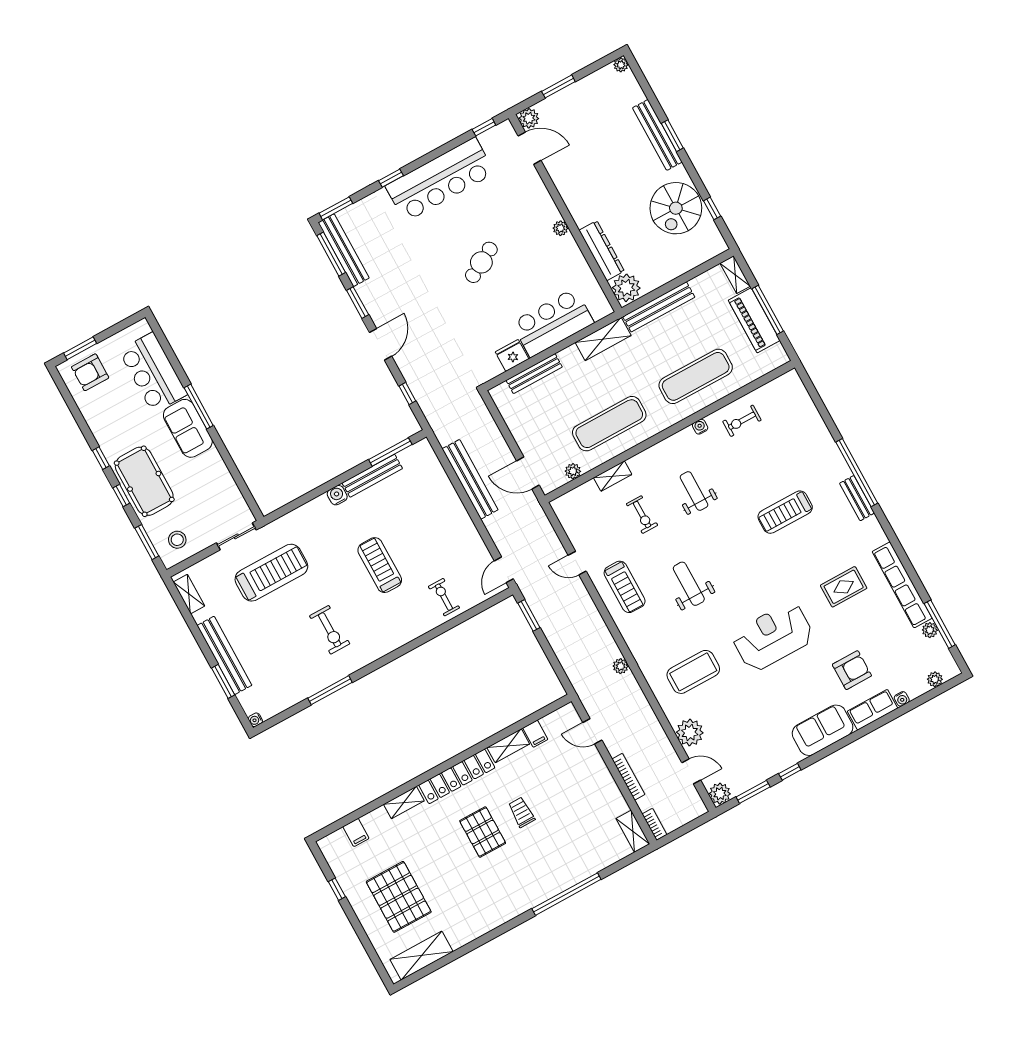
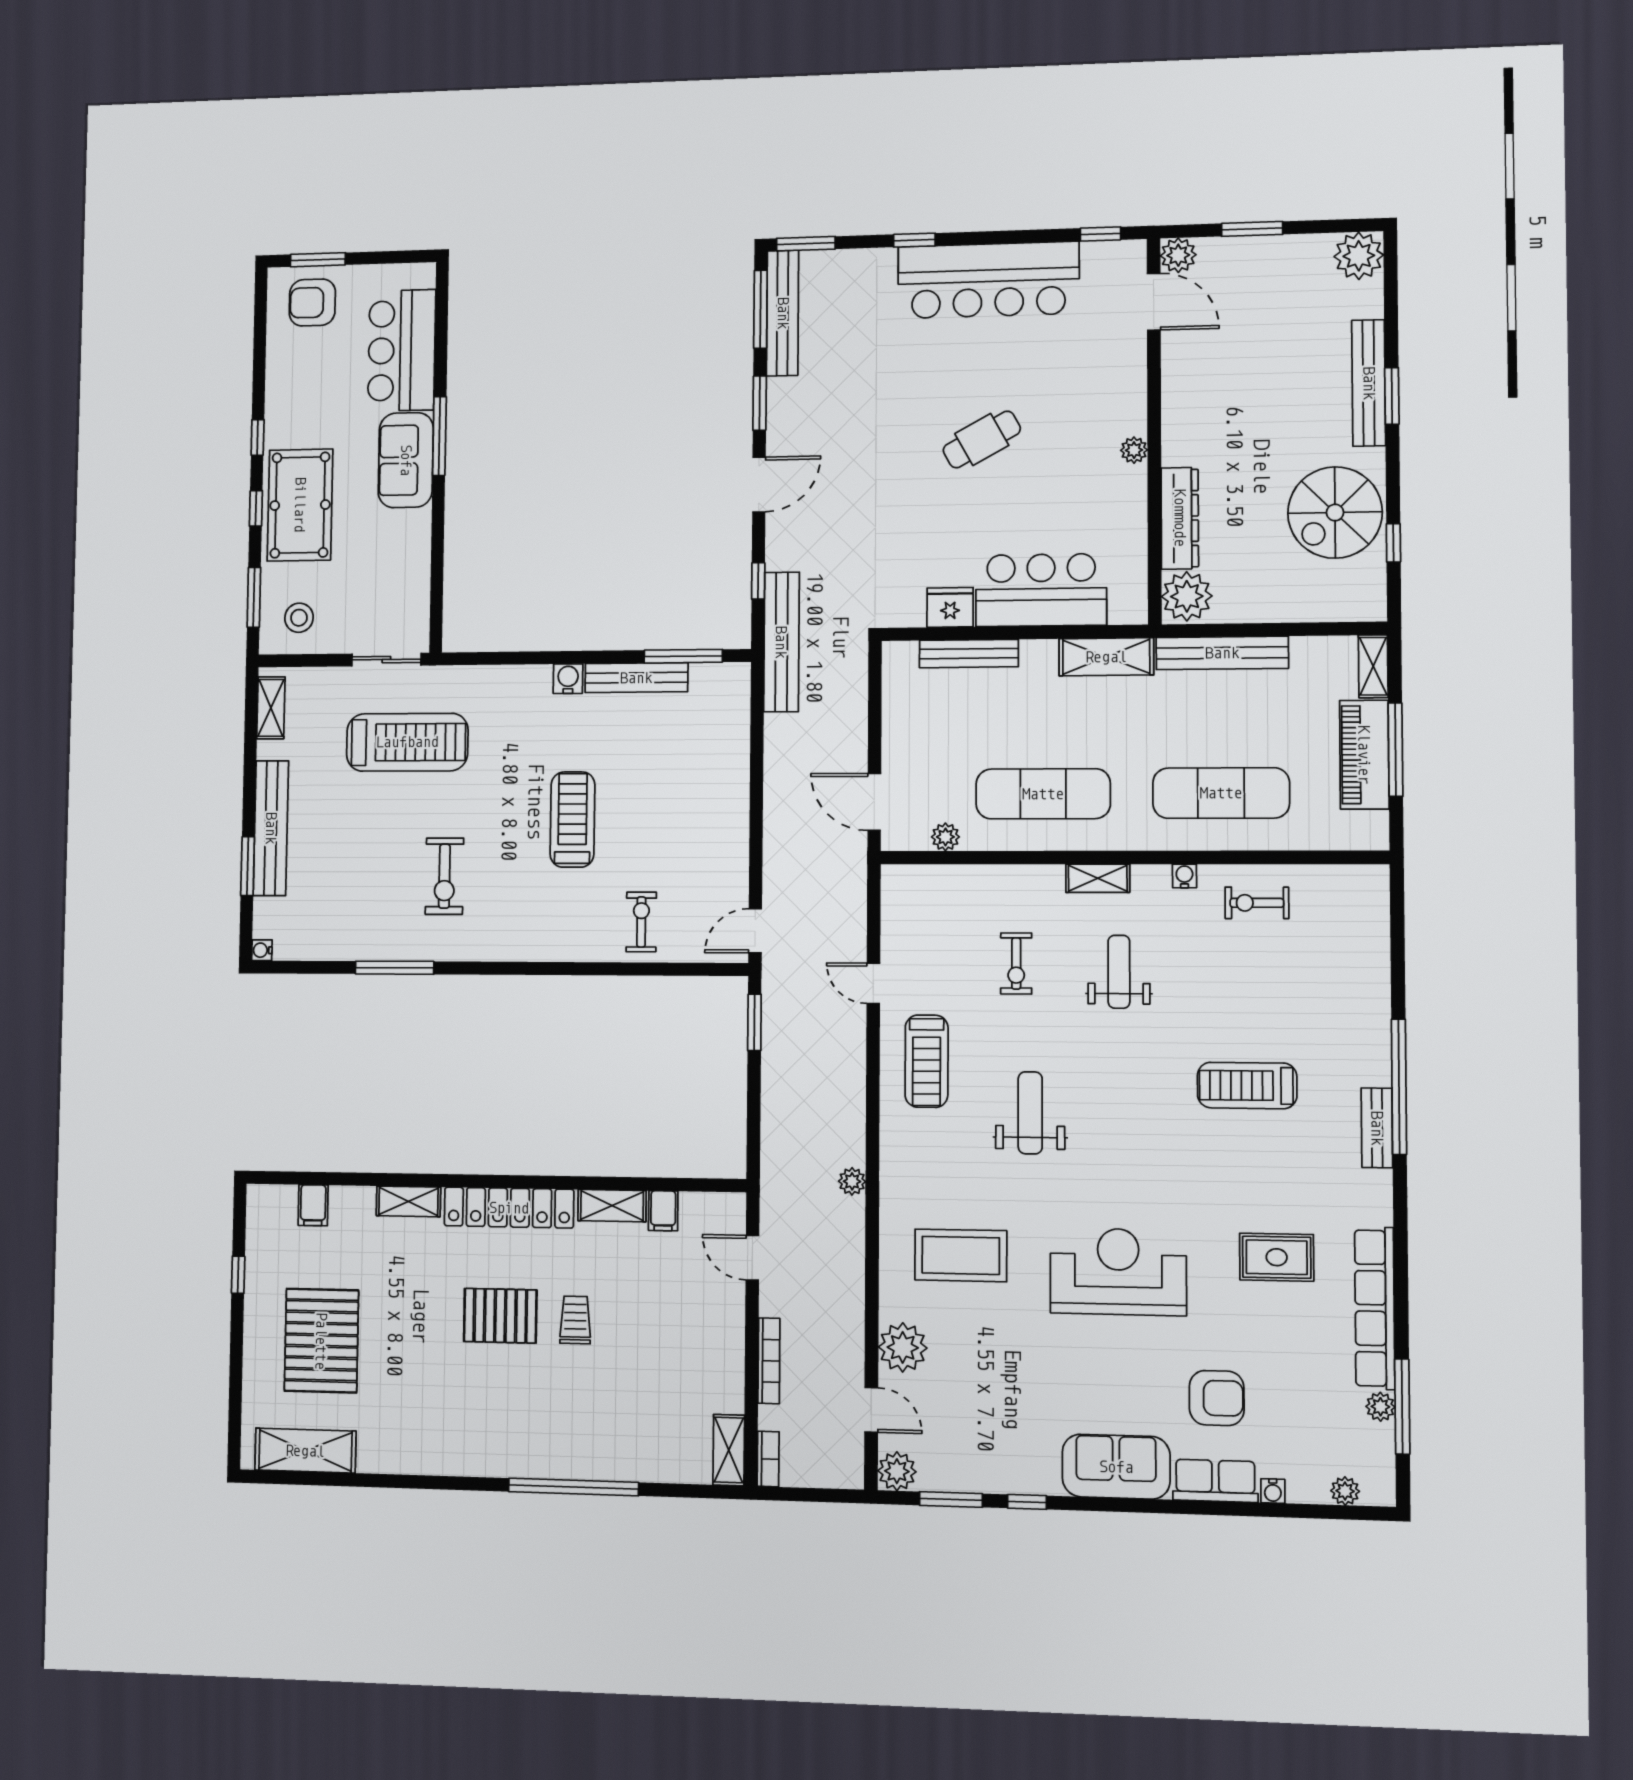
plant: (621, 65) -> (1359, 256), width x1.88, depth x1.88
shelving: (613, 476) -> (1098, 878), moved
bench: (470, 479) -> (781, 642), moved
pallet: (483, 832) -> (500, 1316), turned 90

